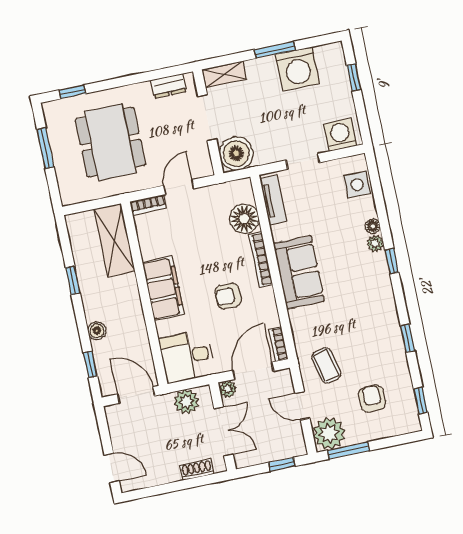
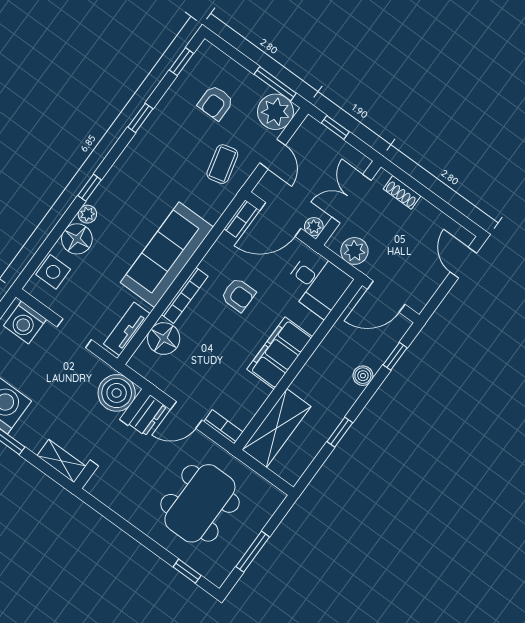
dresser: (169, 86) -> (148, 415), moved, turned 90
floor lamp: (373, 226) -> (77, 239), width x1.89, depth x1.89
sofa: (299, 272) -> (167, 255), width x1.36
door: (136, 395) -> (386, 297), hinge flipped

